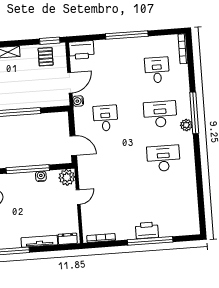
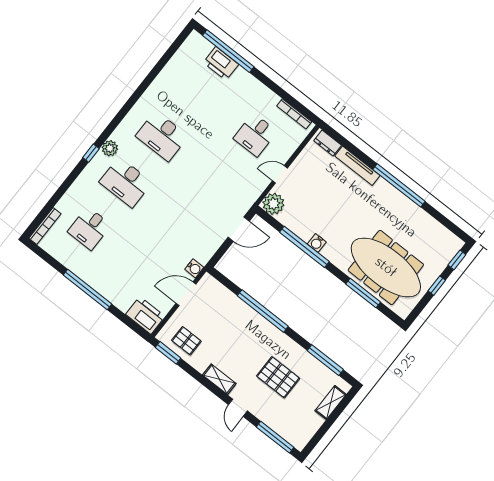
pallet: (46, 57) -> (186, 341), turned 90
window: (194, 113) -> (91, 153), width x0.32
desk: (106, 118) -> (255, 135), moved
door: (73, 146) -> (239, 229), swing flipped
water cooler: (41, 176) -> (317, 243), moved
printer: (147, 230) -> (221, 64), moved
window: (150, 241) -> (228, 51), moved

